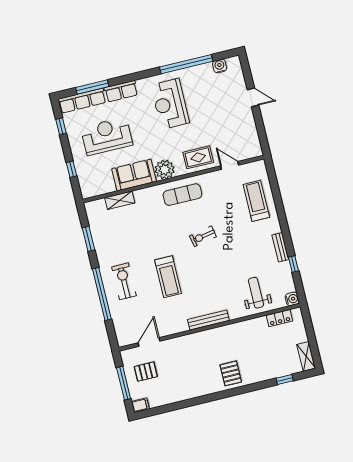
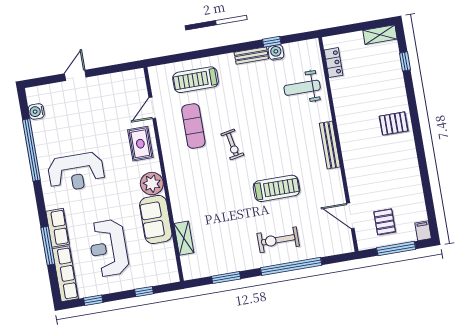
window: (92, 87) -> (48, 246), moved
exercise mat: (182, 195) -> (193, 126), moved
water cooler: (292, 299) -> (276, 52), moved

